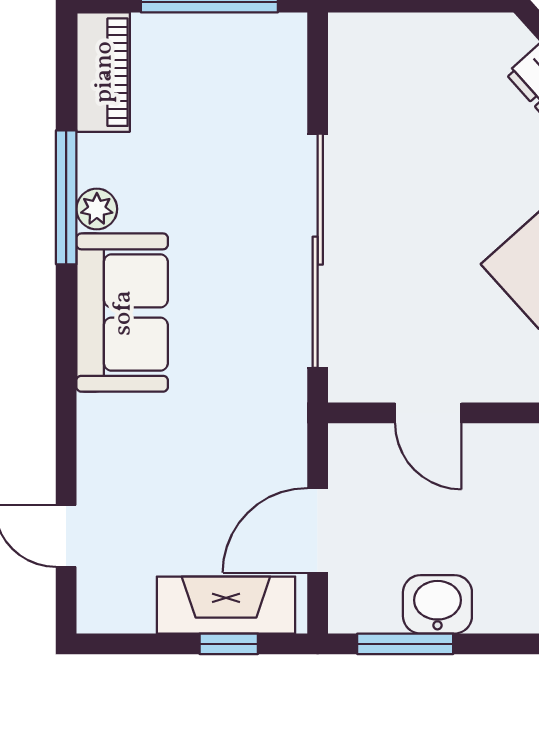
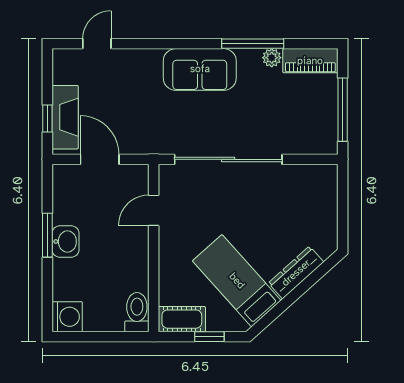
plant: (97, 209) -> (272, 58), moved
washbasin: (437, 604) -> (65, 242), moved
window: (405, 644) -> (47, 235), moved

